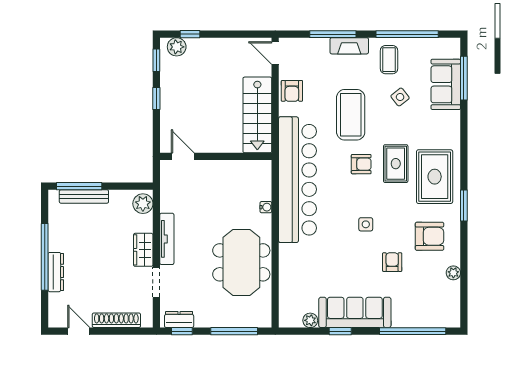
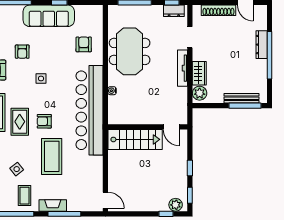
armchair: (292, 91) -> (84, 44), moved
stairs: (257, 115) -> (135, 139), moved, turned 90
wardrobe: (143, 250) -> (199, 73), moved
plant: (310, 320) -> (80, 10), removed

